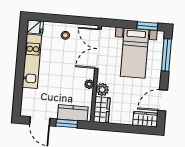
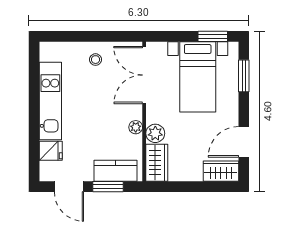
fridge: (35, 27) -> (51, 151), moved
window: (166, 55) -> (244, 76), width x0.69

